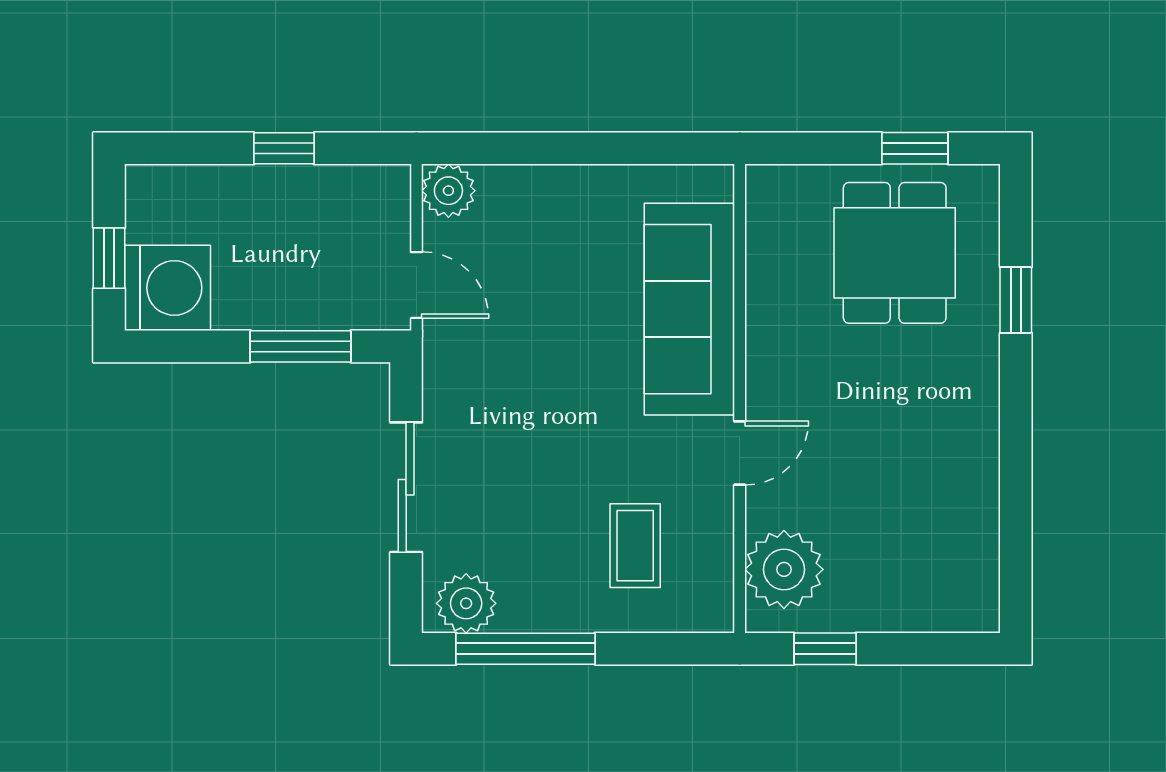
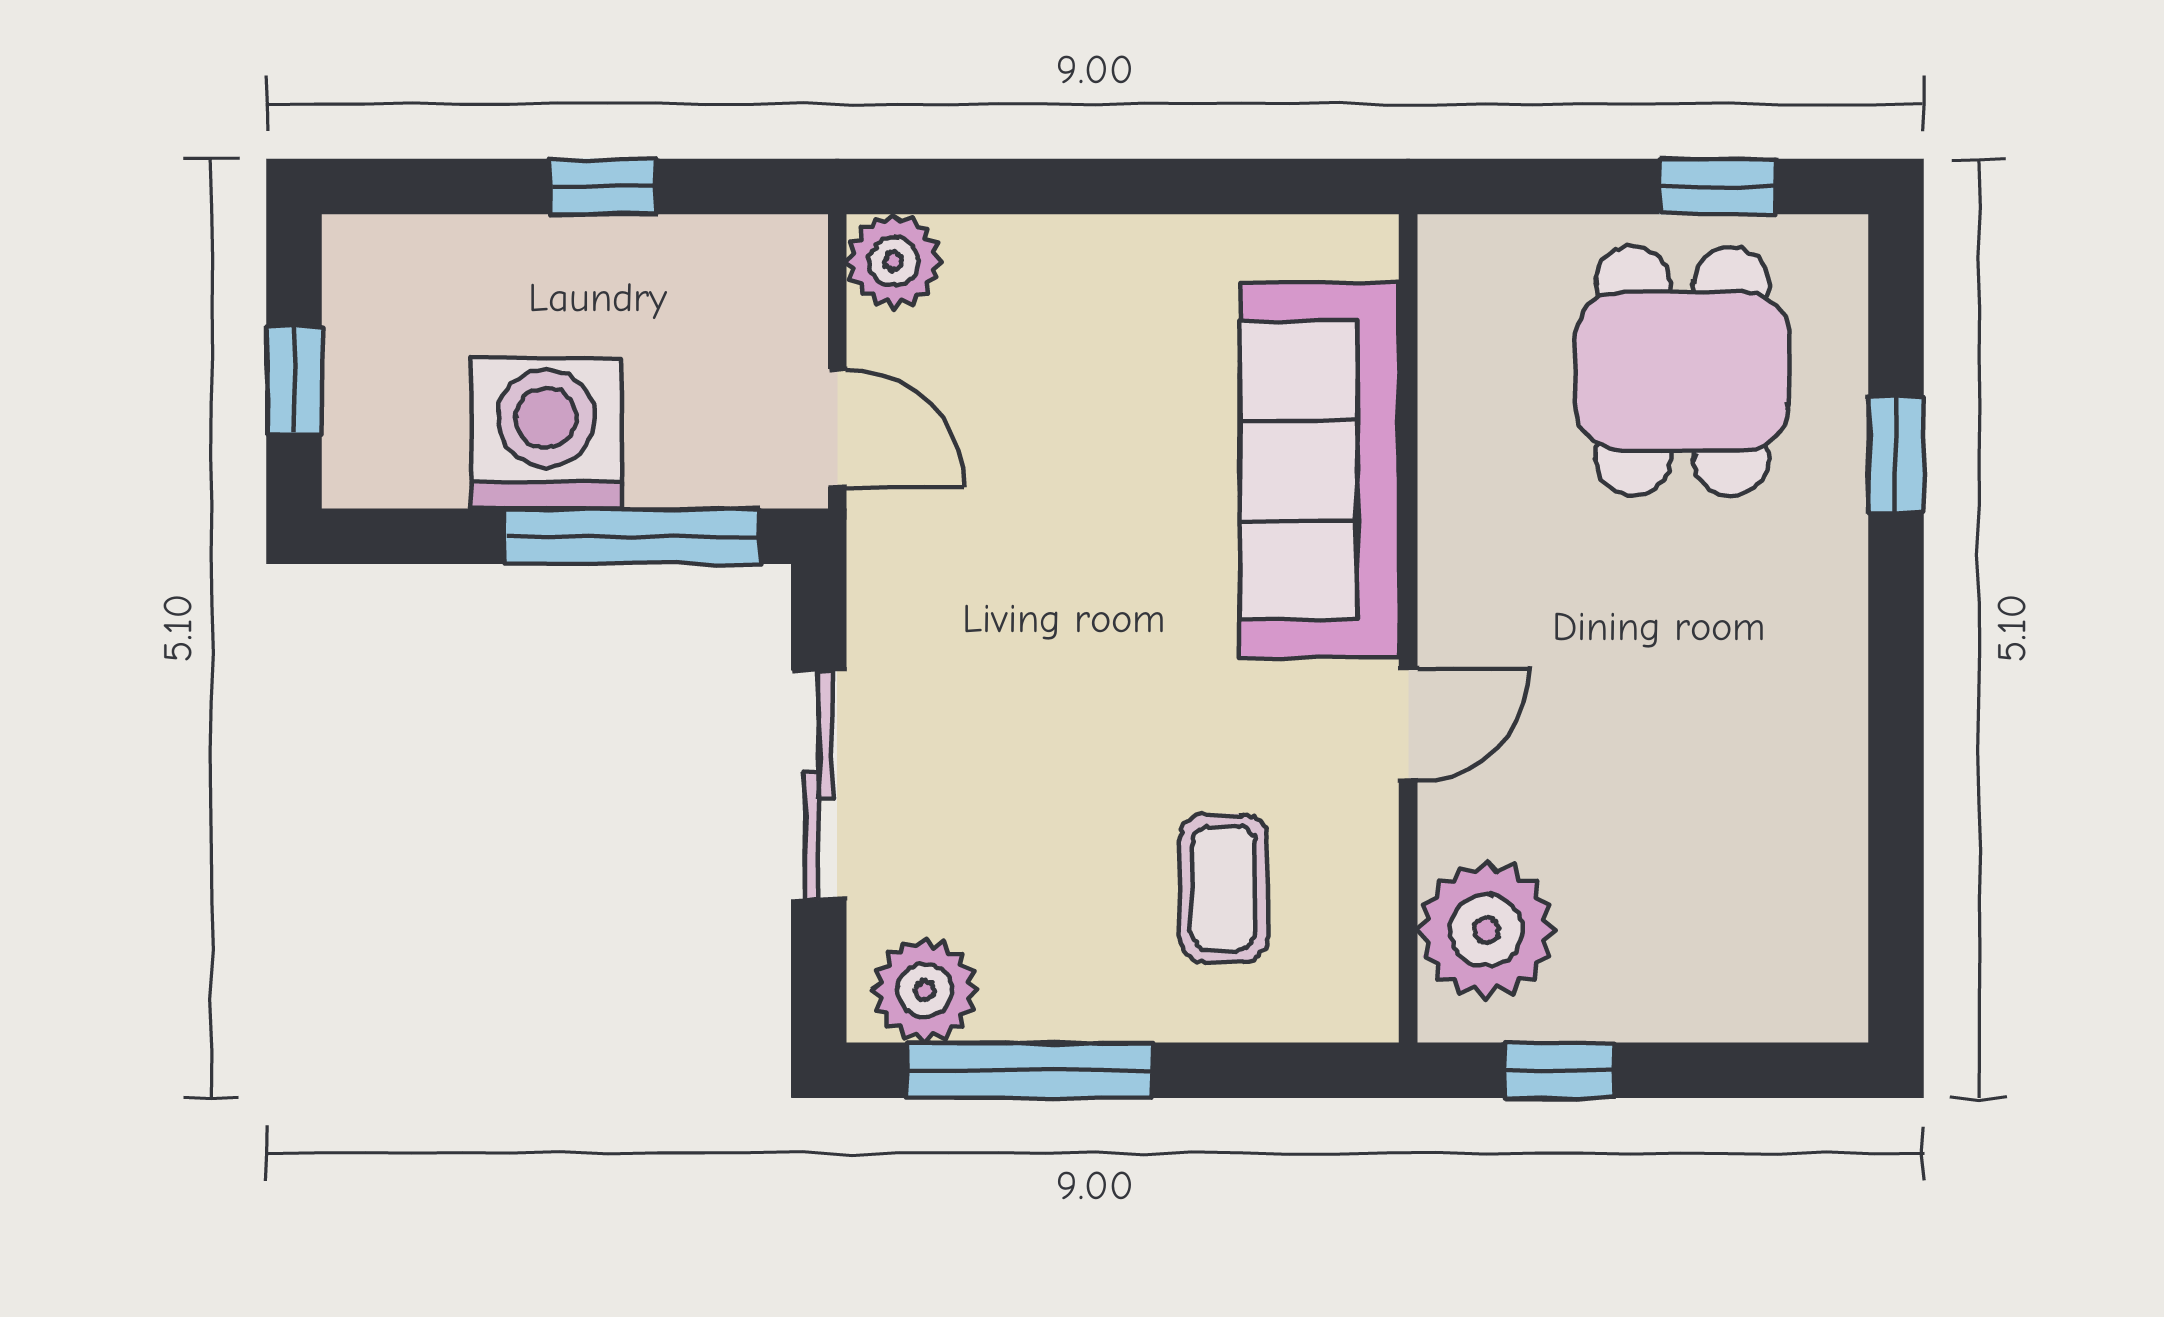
washing machine: (167, 288) -> (546, 433), moved, turned -90
window: (300, 346) -> (632, 536), width x1.44

